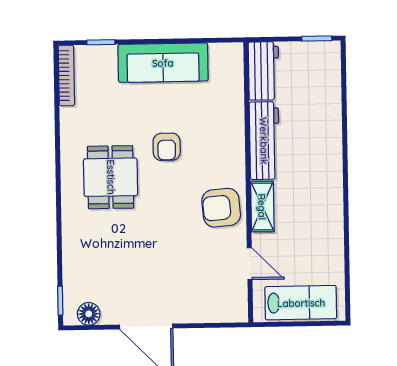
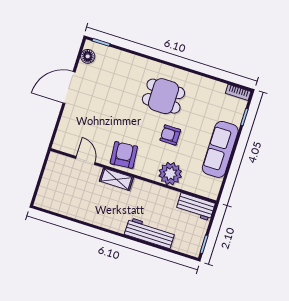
bookcase: (66, 75) -> (238, 92), width x0.64
plant: (226, 127) -> (170, 174), added
workbench: (264, 141) -> (150, 233), moved, turned 180
door: (250, 264) -> (85, 161), swing flipped
lab bench: (301, 303) -> (52, 183), removed

